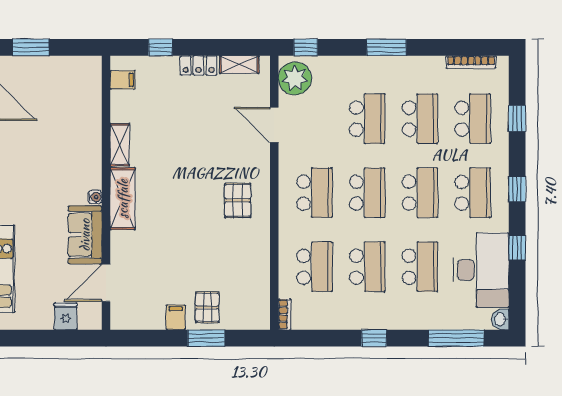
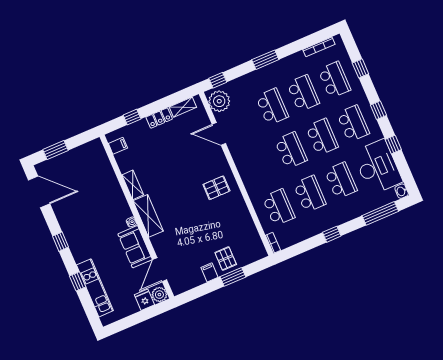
school desk: (315, 193) -> (260, 164), removed
pallet: (238, 200) -> (216, 188), turned 90
plant: (90, 318) -> (159, 295), added

